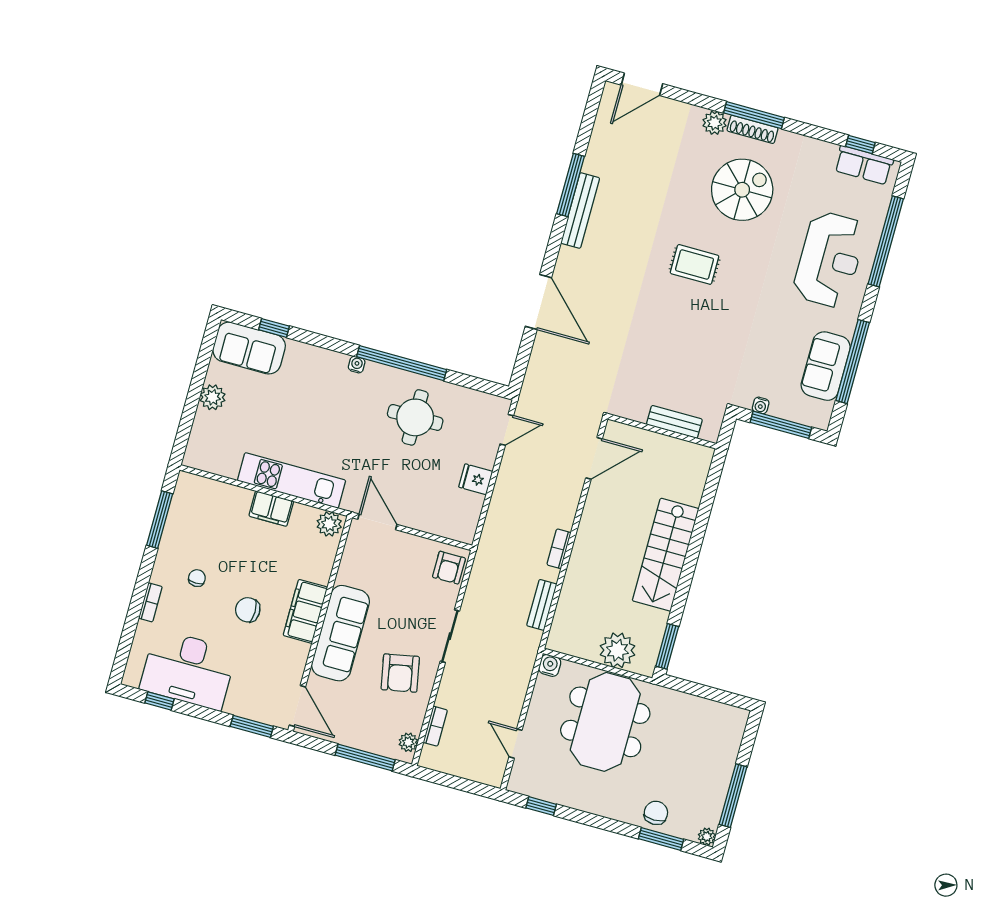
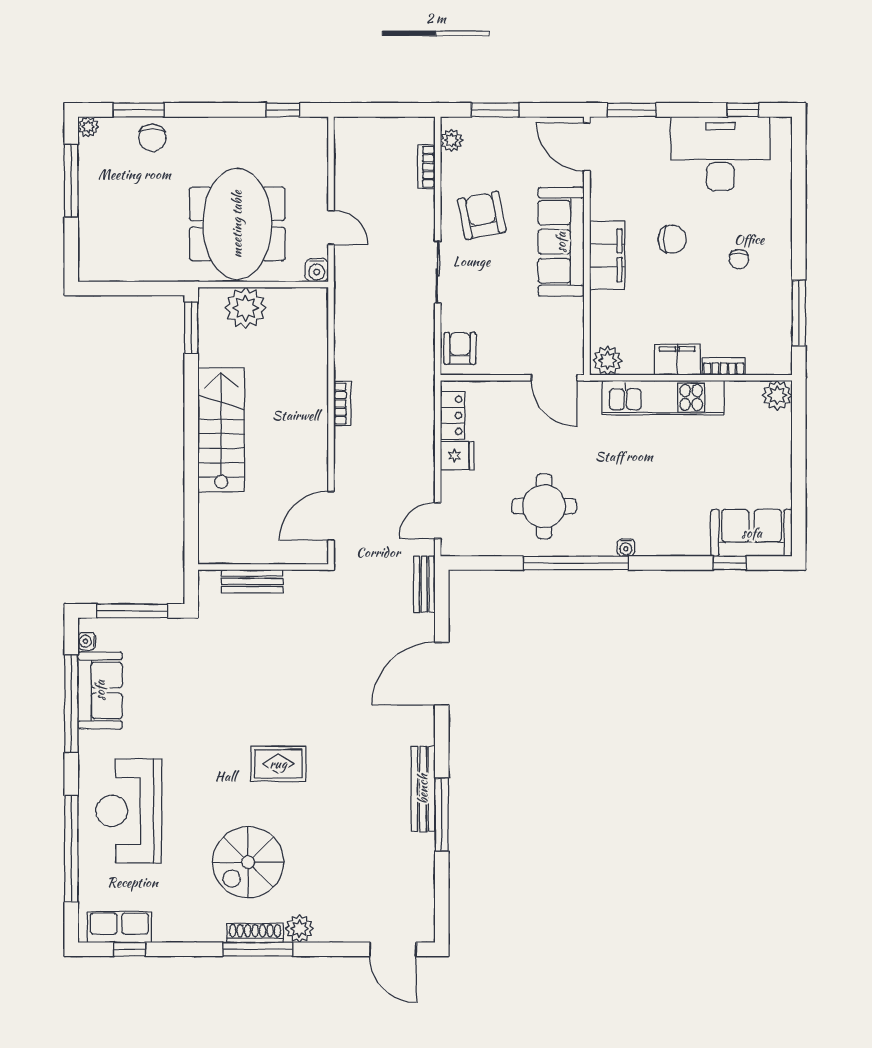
door: (642, 84) -> (393, 949), swing flipped
door: (538, 302) -> (442, 674), hinge flipped
plant: (213, 397) -> (777, 395), moved
water cooler: (761, 405) -> (87, 641), moved, turned -90
locker: (470, 514) -> (453, 415), added
bookcase: (150, 602) -> (724, 366), moved, turned 90
bench: (542, 605) -> (424, 584), moved
door: (515, 744) -> (331, 228), moved
window: (365, 758) -> (495, 110), width x0.69

